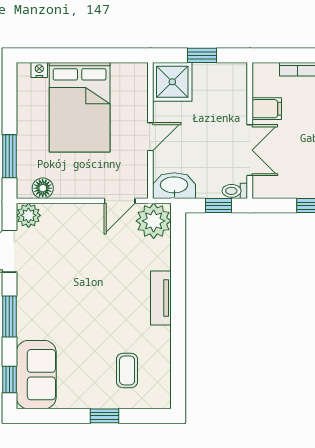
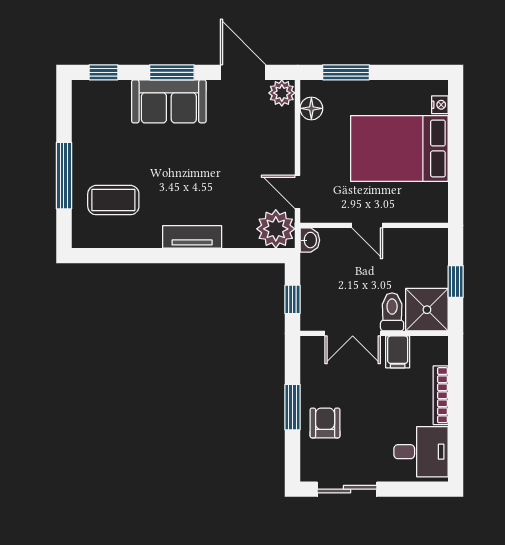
shower: (172, 82) -> (427, 310), moved
washbasin: (174, 186) -> (310, 240), width x0.52, depth x0.69
toilet: (235, 191) -> (392, 312), moved, width x1.37, depth x1.39
coffee table: (127, 370) -> (113, 200), width x1.36, depth x1.30
sofa: (36, 375) -> (169, 101), moved
window: (105, 416) -> (64, 176), width x2.17

